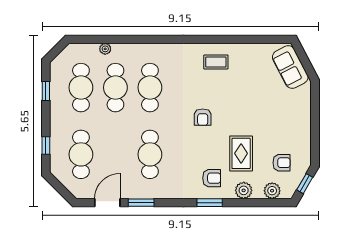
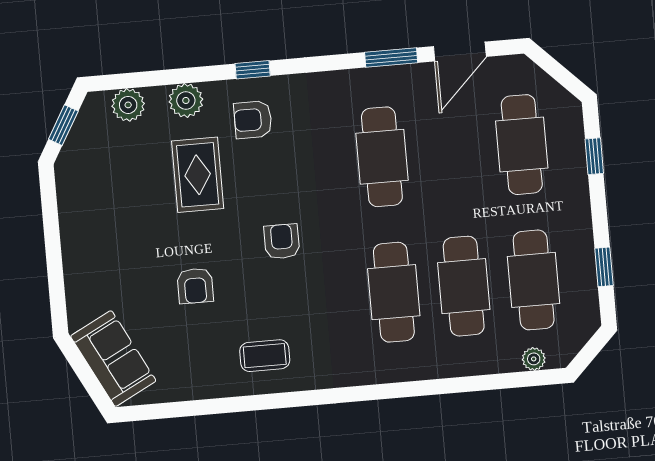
plant: (105, 49) -> (534, 359), moved
armchair: (282, 163) -> (195, 286), moved, turned -90
window: (210, 203) -> (253, 70), width x0.67

